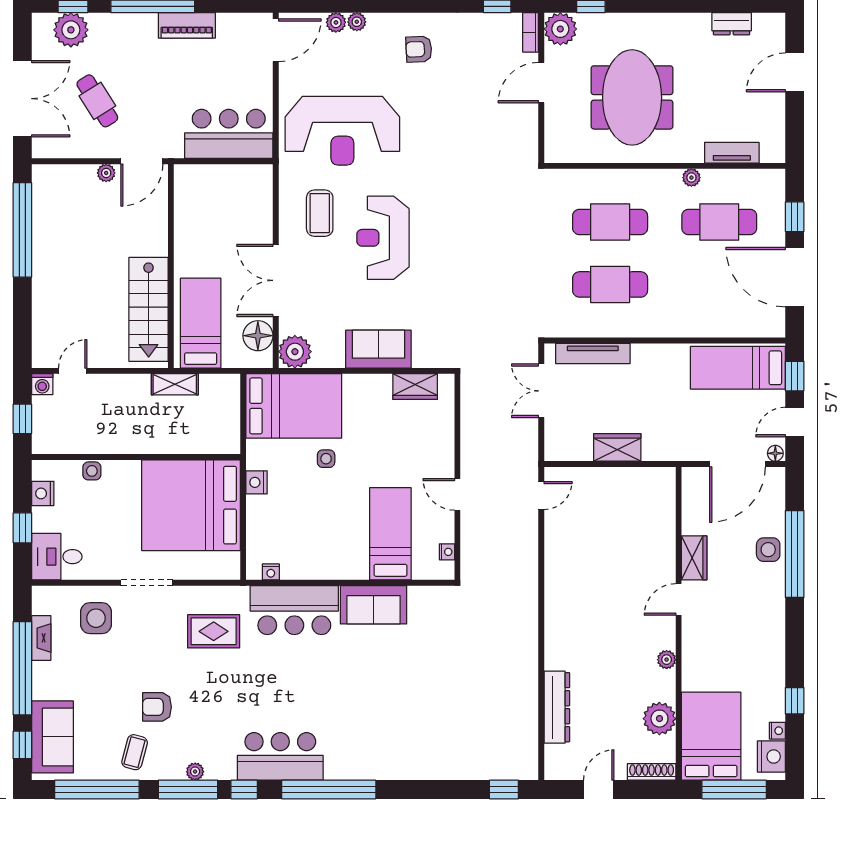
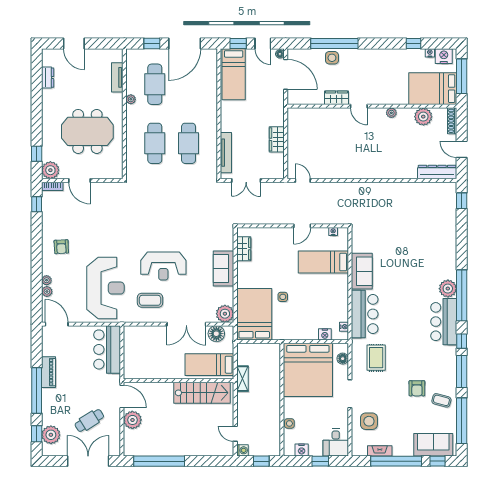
plant: (106, 173) -> (132, 420), width x1.88, depth x1.88
nightstand: (257, 482) -> (325, 334), moved
floor lamp: (212, 570) -> (343, 359), added
dresser: (557, 707) -> (437, 172), moved
plant: (195, 772) -> (448, 289), moved, width x1.88, depth x1.88

